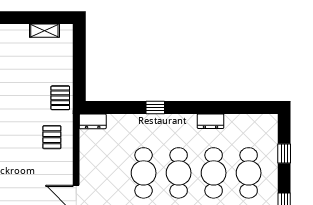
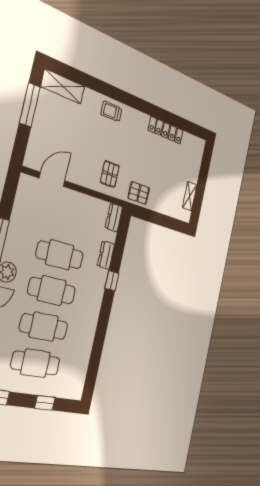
dresser: (211, 121) -> (106, 255), moved
pallet: (52, 137) -> (110, 174), turned 90

